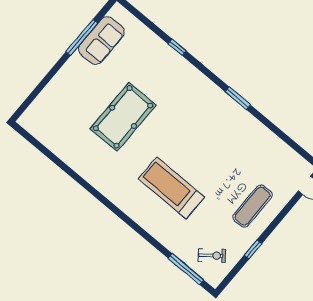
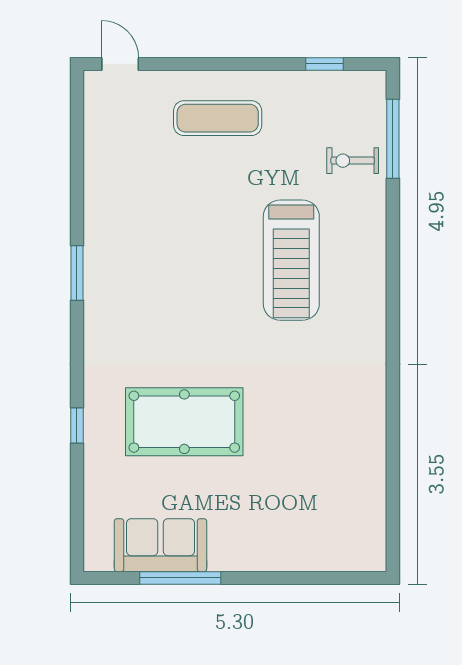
pool table: (123, 117) -> (184, 422), moved
window: (253, 249) -> (324, 64), moved
exercise bike: (212, 256) -> (353, 161), moved, turned -52

